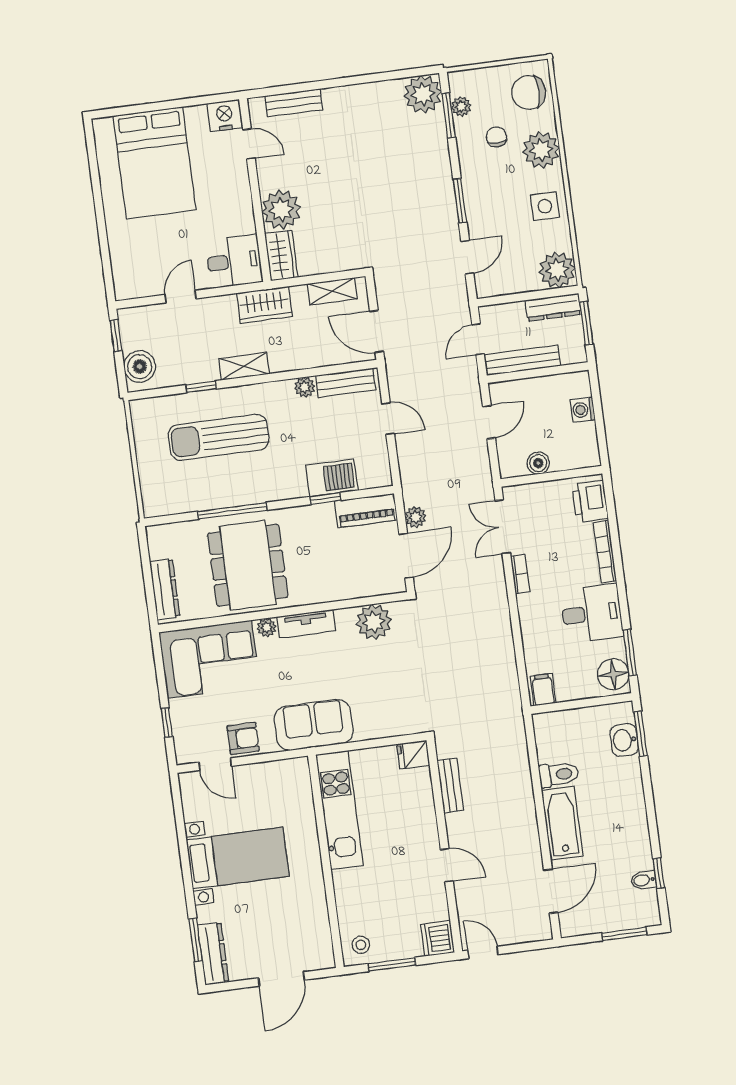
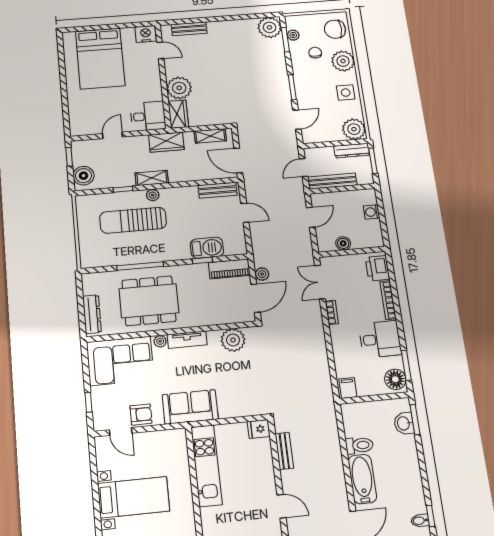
plant: (305, 387) -> (153, 195), moved
dining table: (248, 565) -> (149, 301), turned 90

